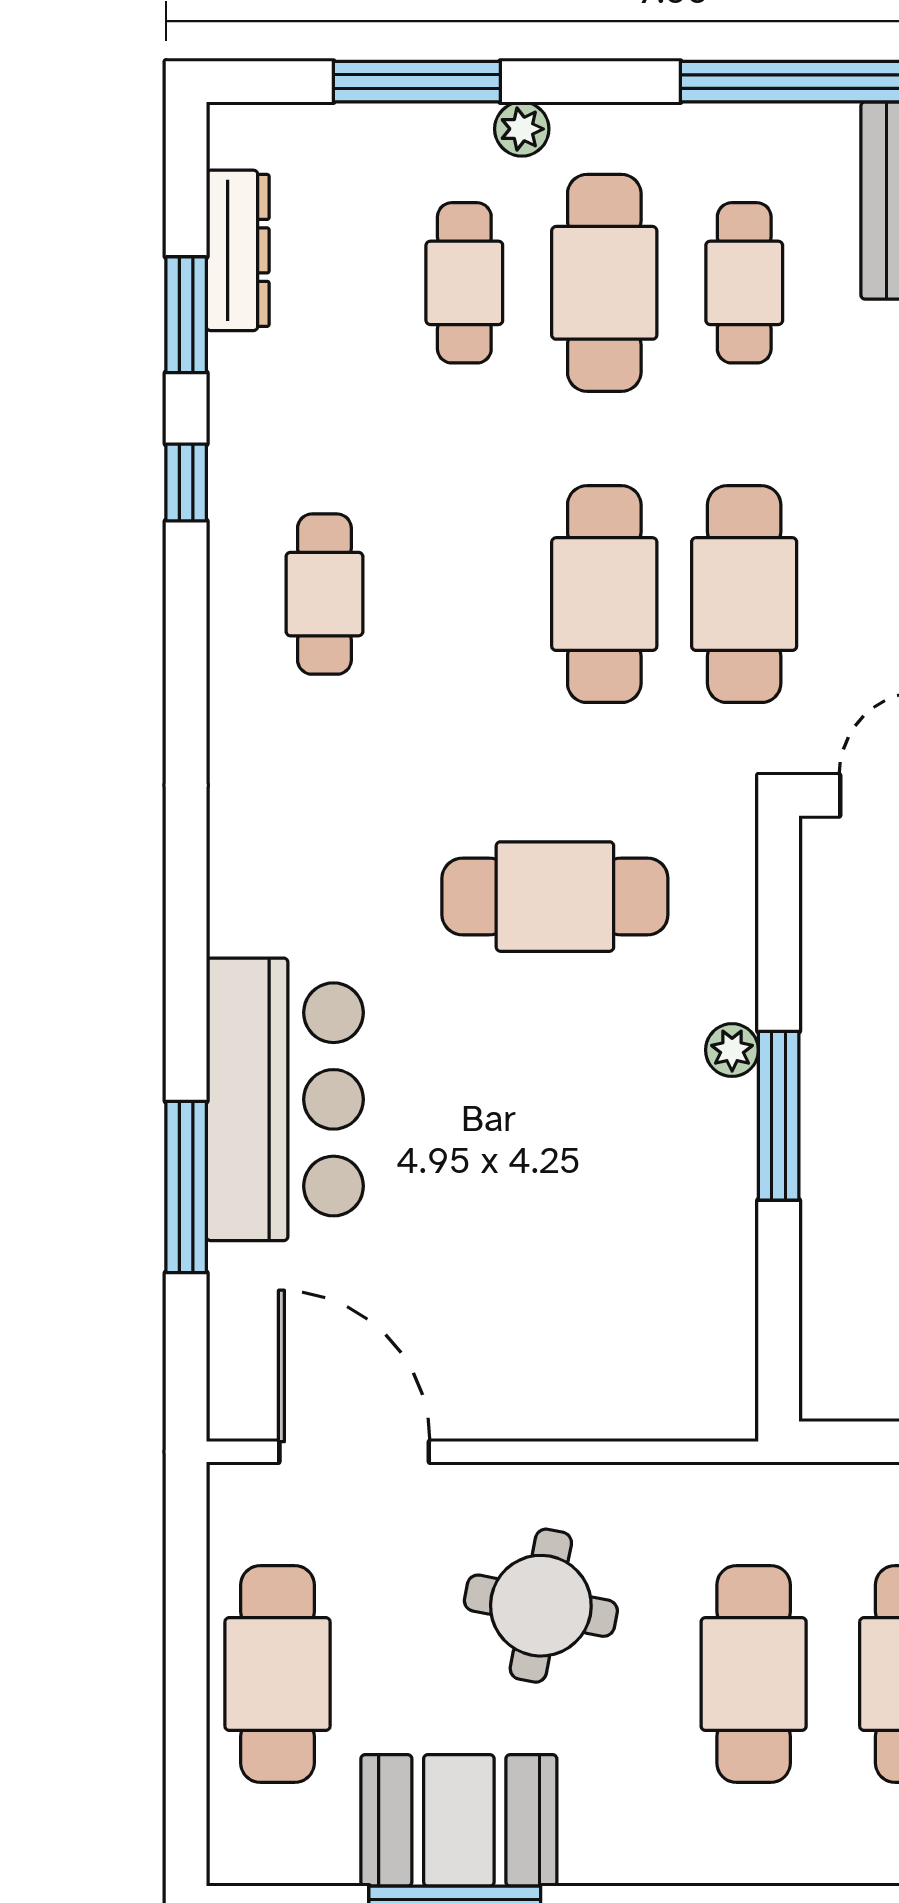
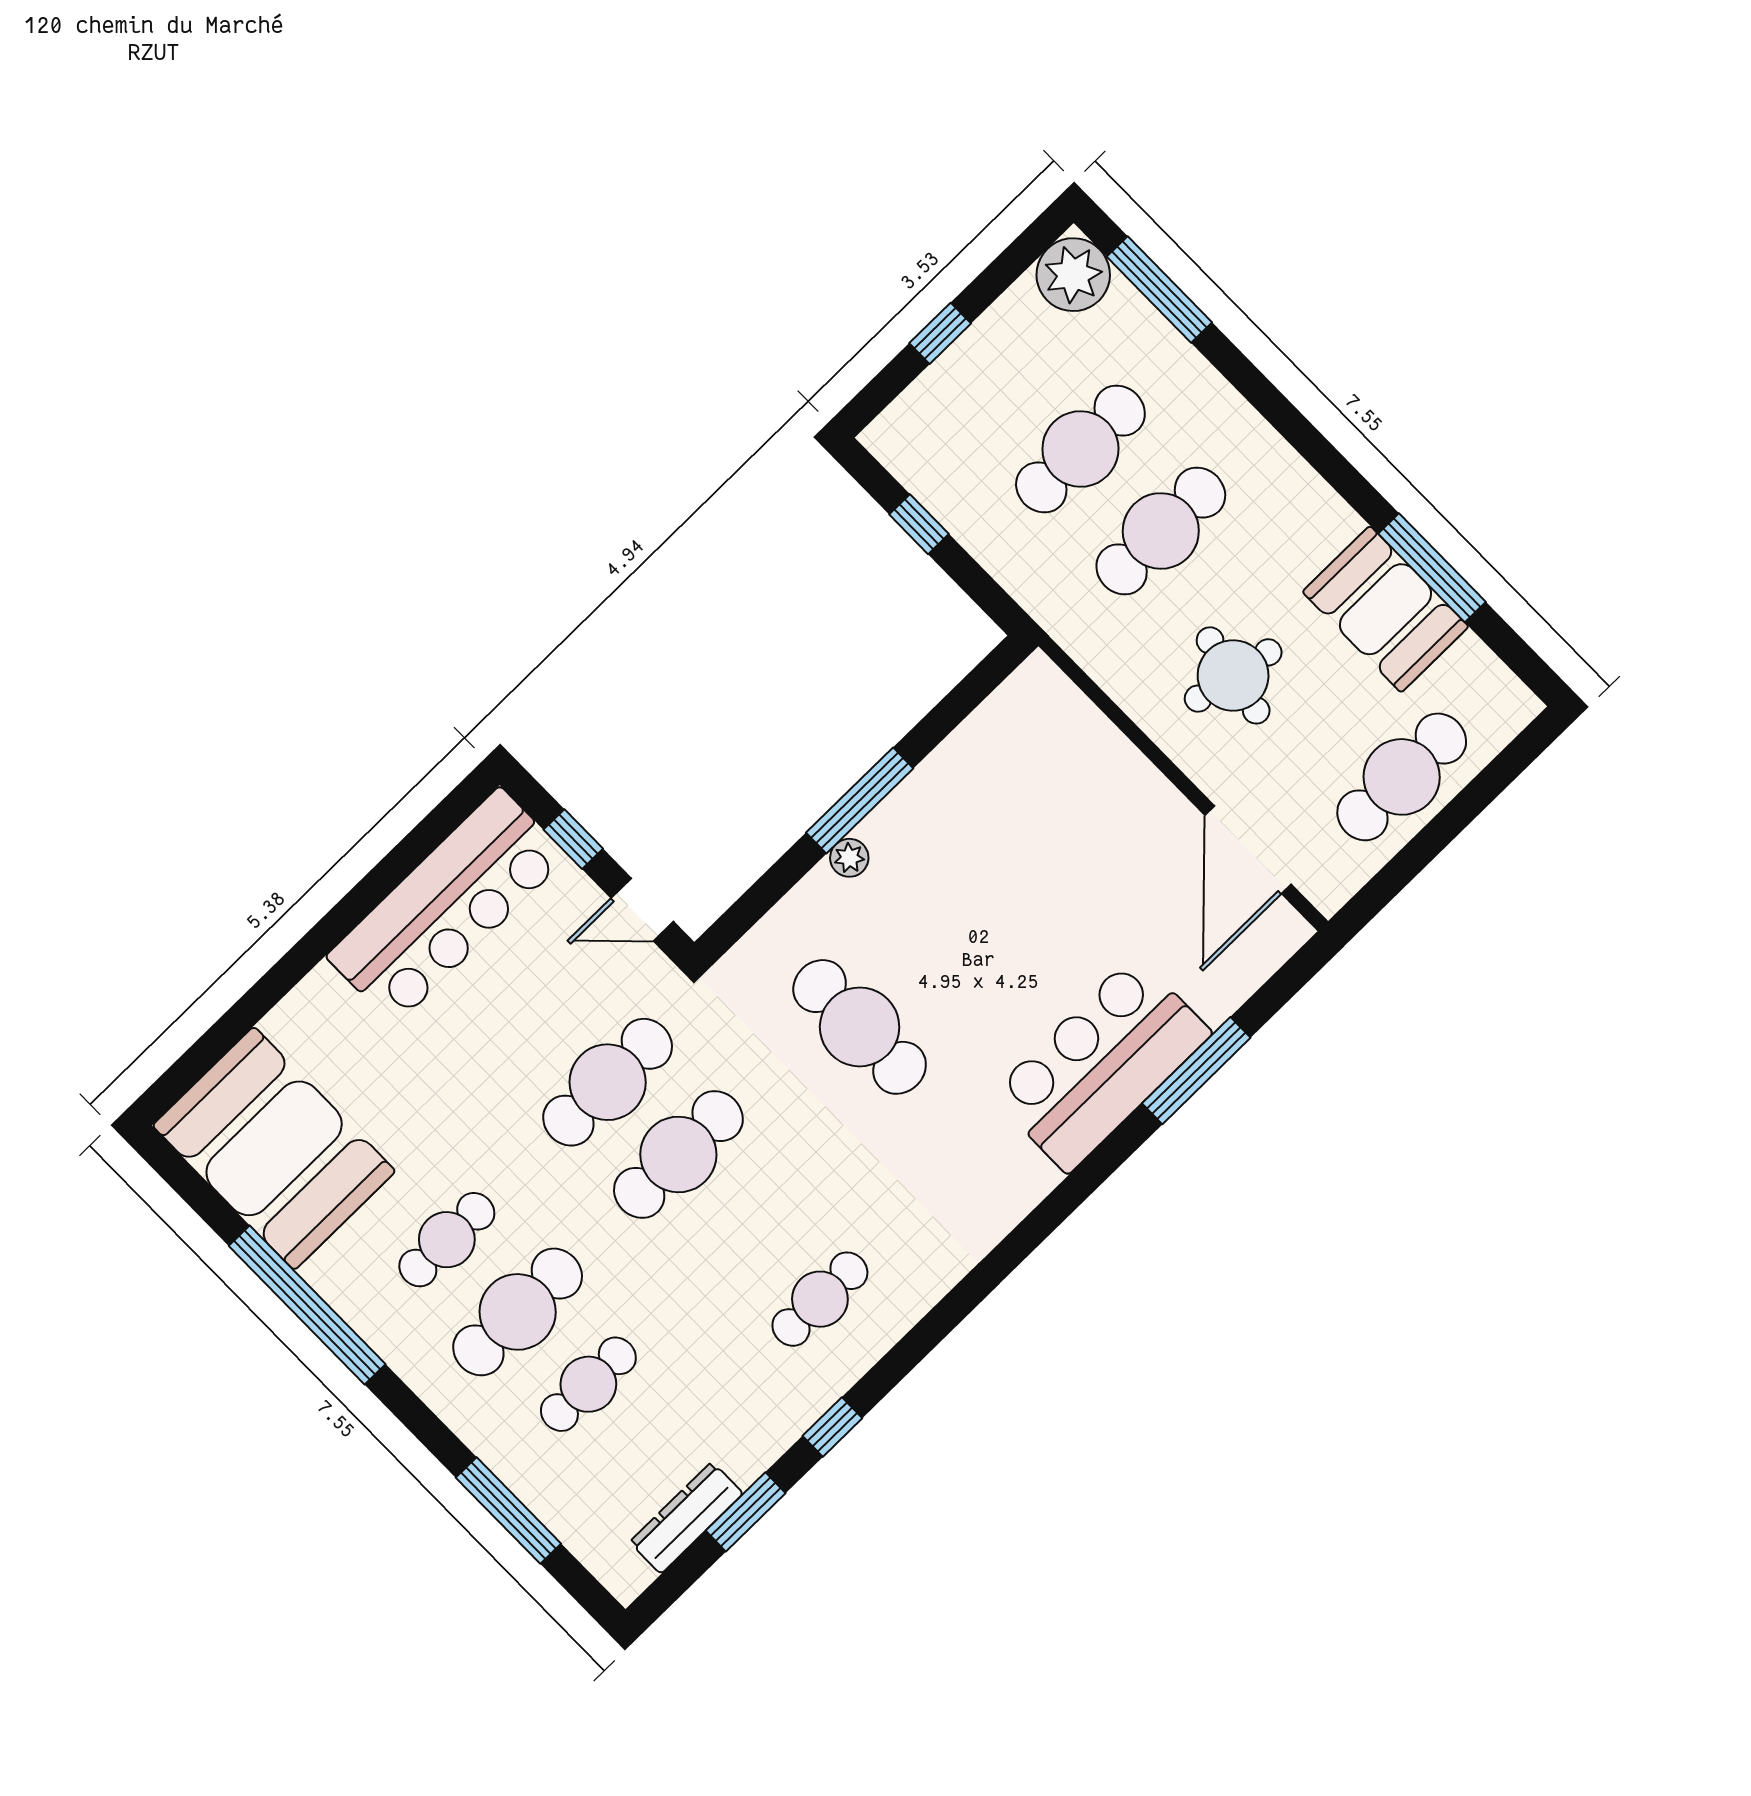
plant: (522, 129) -> (480, 1432), removed

